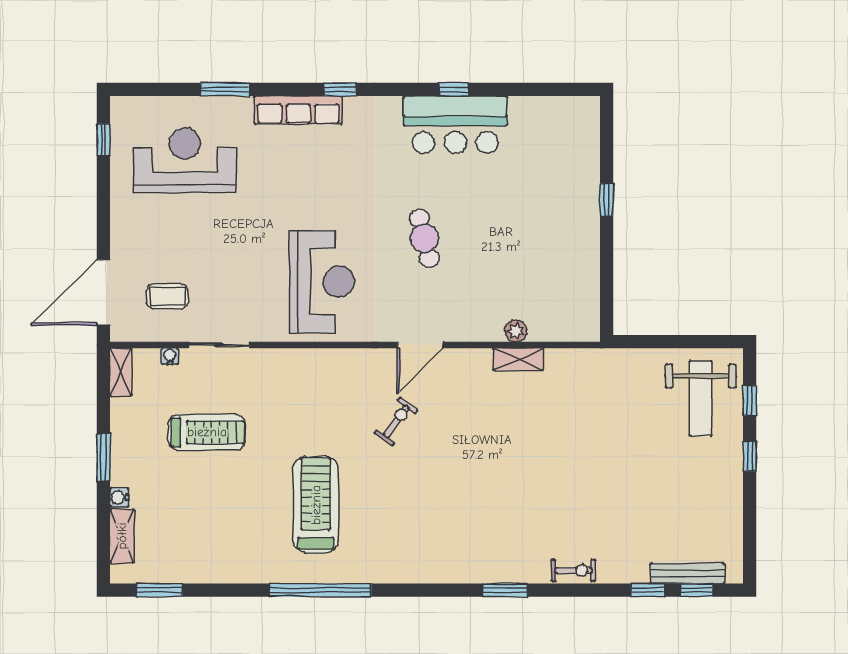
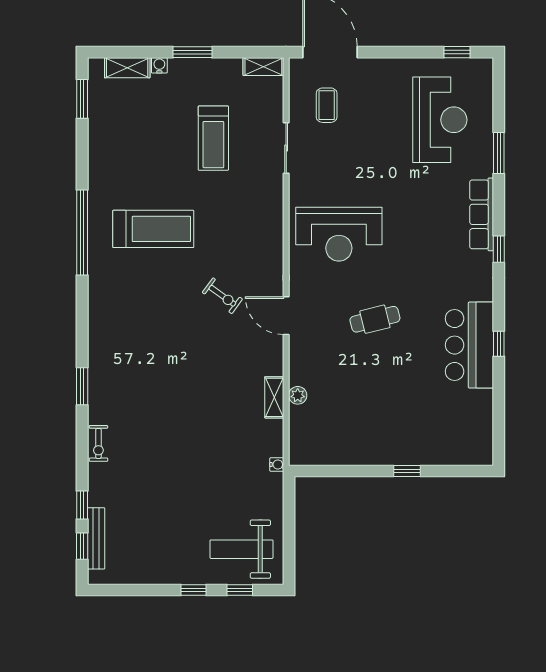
water cooler: (170, 356) -> (277, 465), moved

